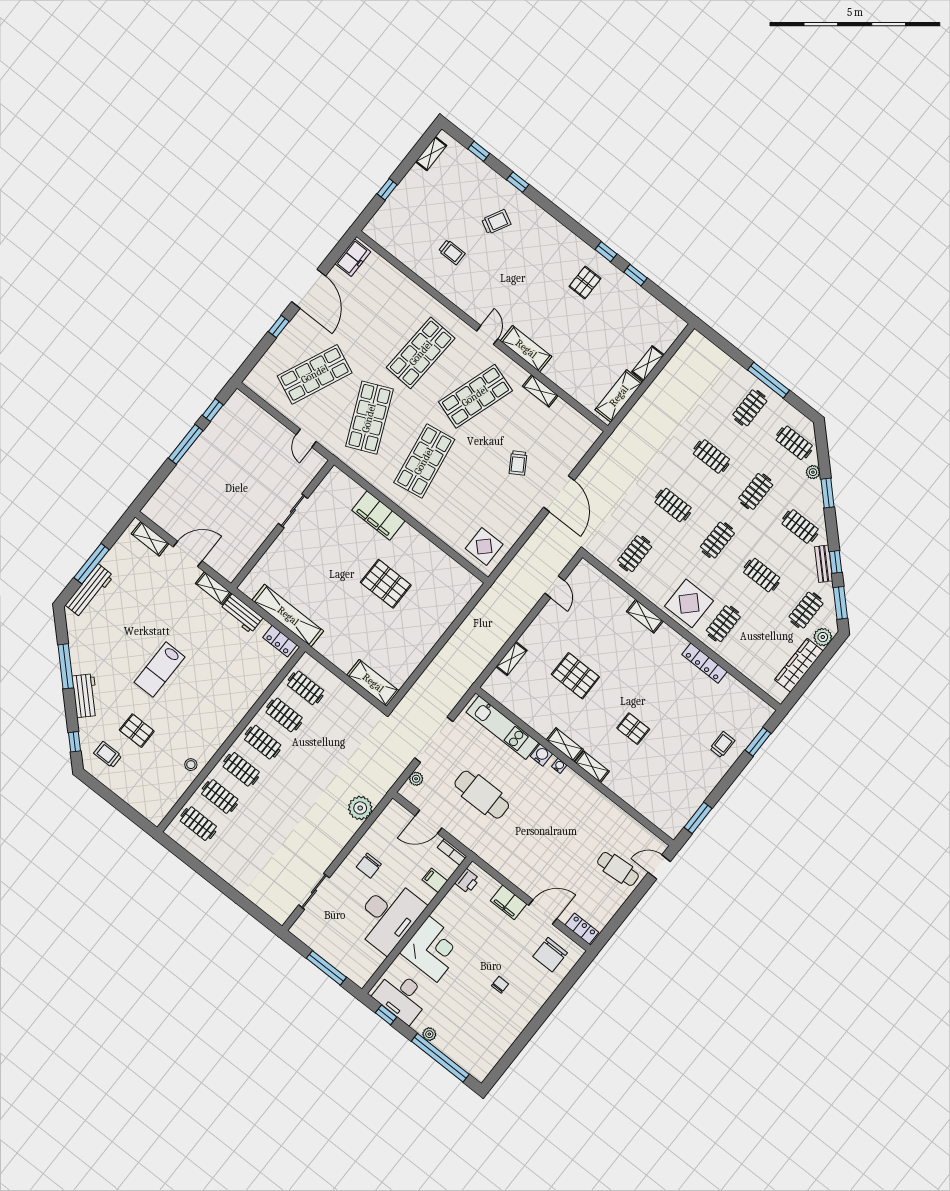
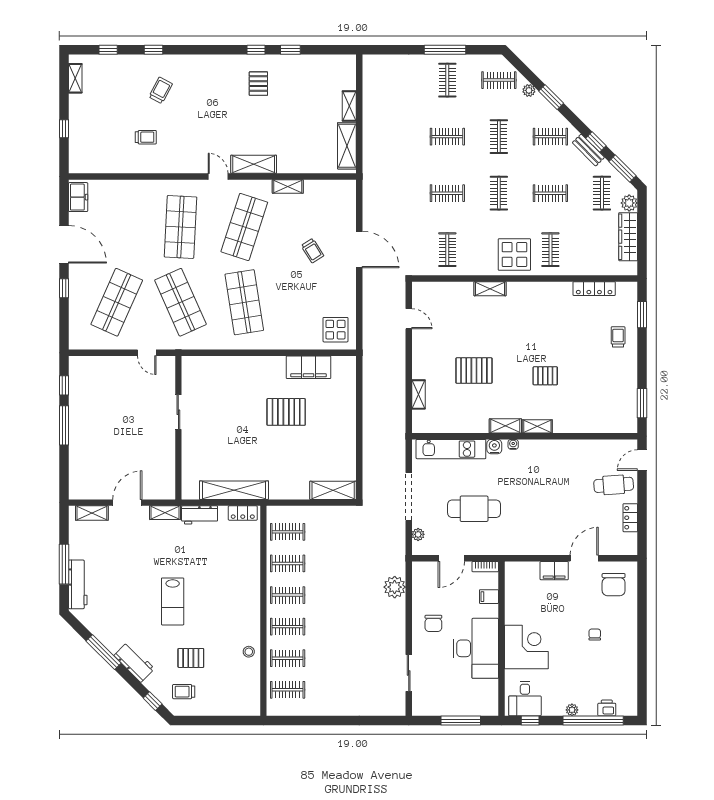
filing cabinet: (378, 515) -> (309, 367), moved
locker: (704, 663) -> (594, 289), moved
printer: (467, 881) -> (607, 708), moved, turned -90
locker: (582, 929) -> (630, 518), moved, turned -90
desk: (402, 997) -> (525, 699), width x0.73

